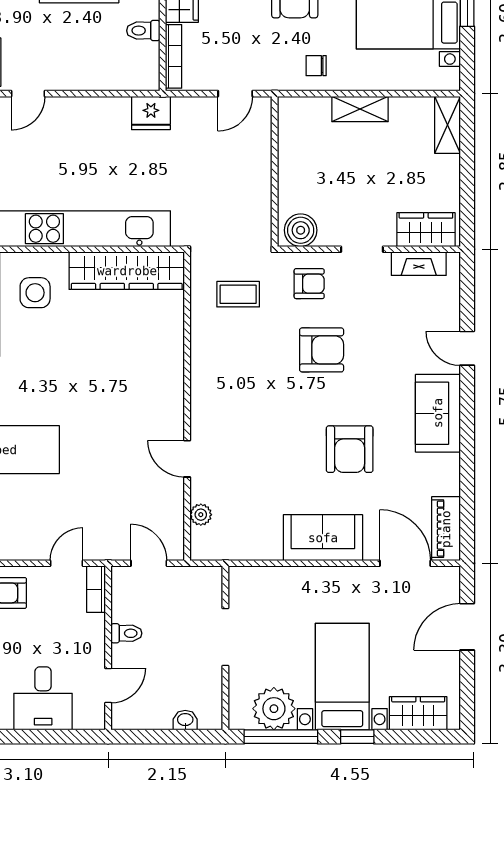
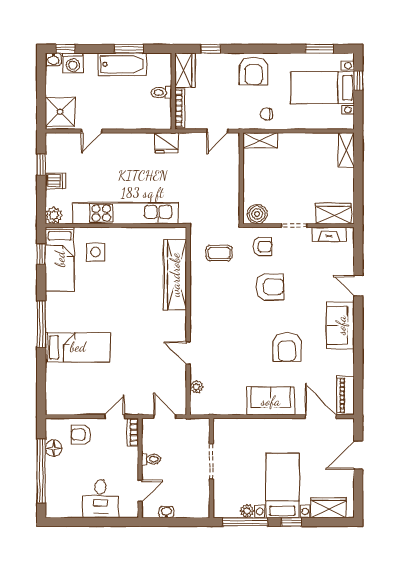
shelving: (360, 109) -> (260, 140), moved
wardrobe: (127, 271) -> (175, 275), moved, turned 90
plant: (274, 709) -> (247, 511), width x0.53, depth x0.53
washbasin: (185, 720) -> (167, 512), moved

